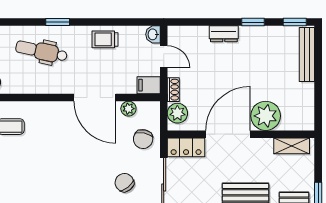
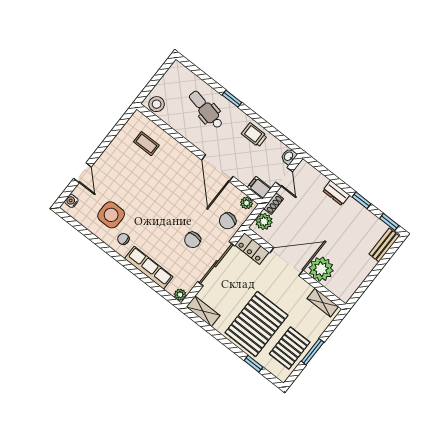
bench: (307, 54) -> (384, 245), width x0.73
plant: (128, 109) -> (247, 203), moved
chair: (124, 183) -> (193, 240), turned -141

